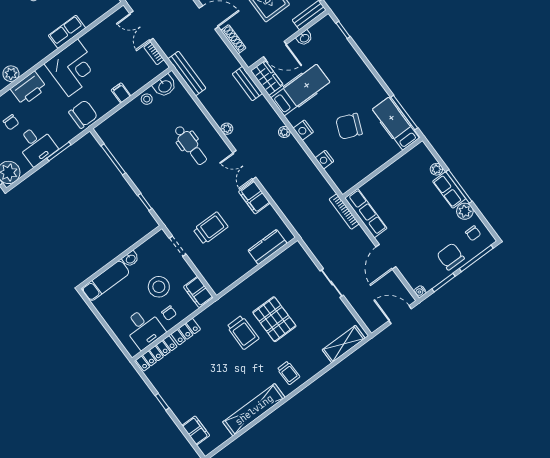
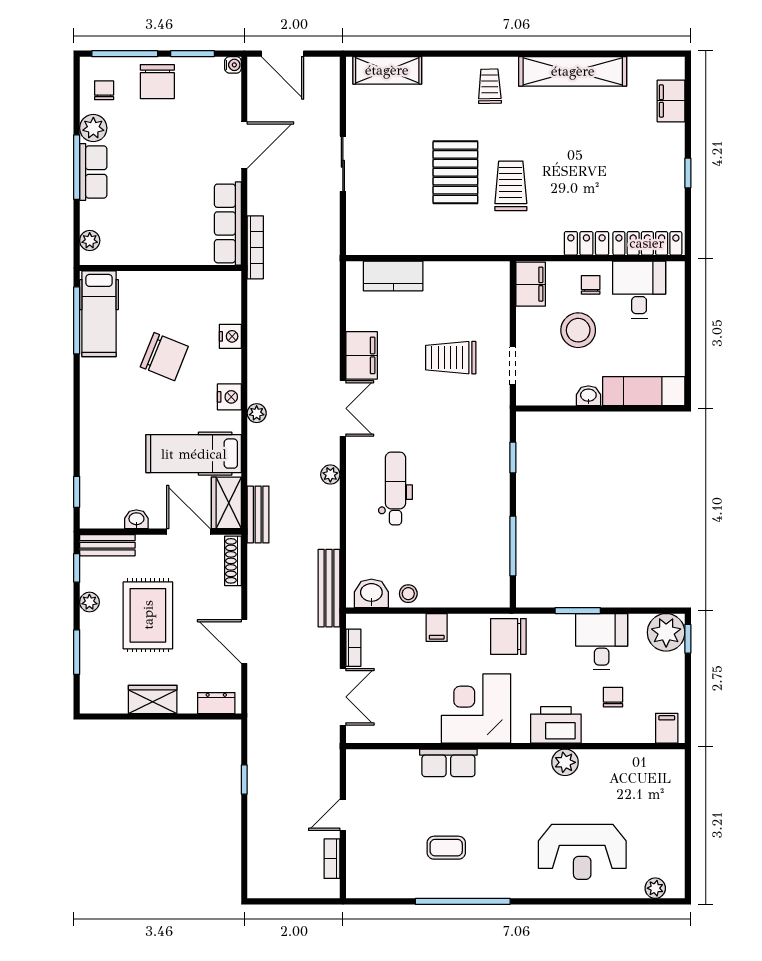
shoe rack: (233, 39) -> (233, 561), moved
plant: (436, 169) -> (90, 241), moved

